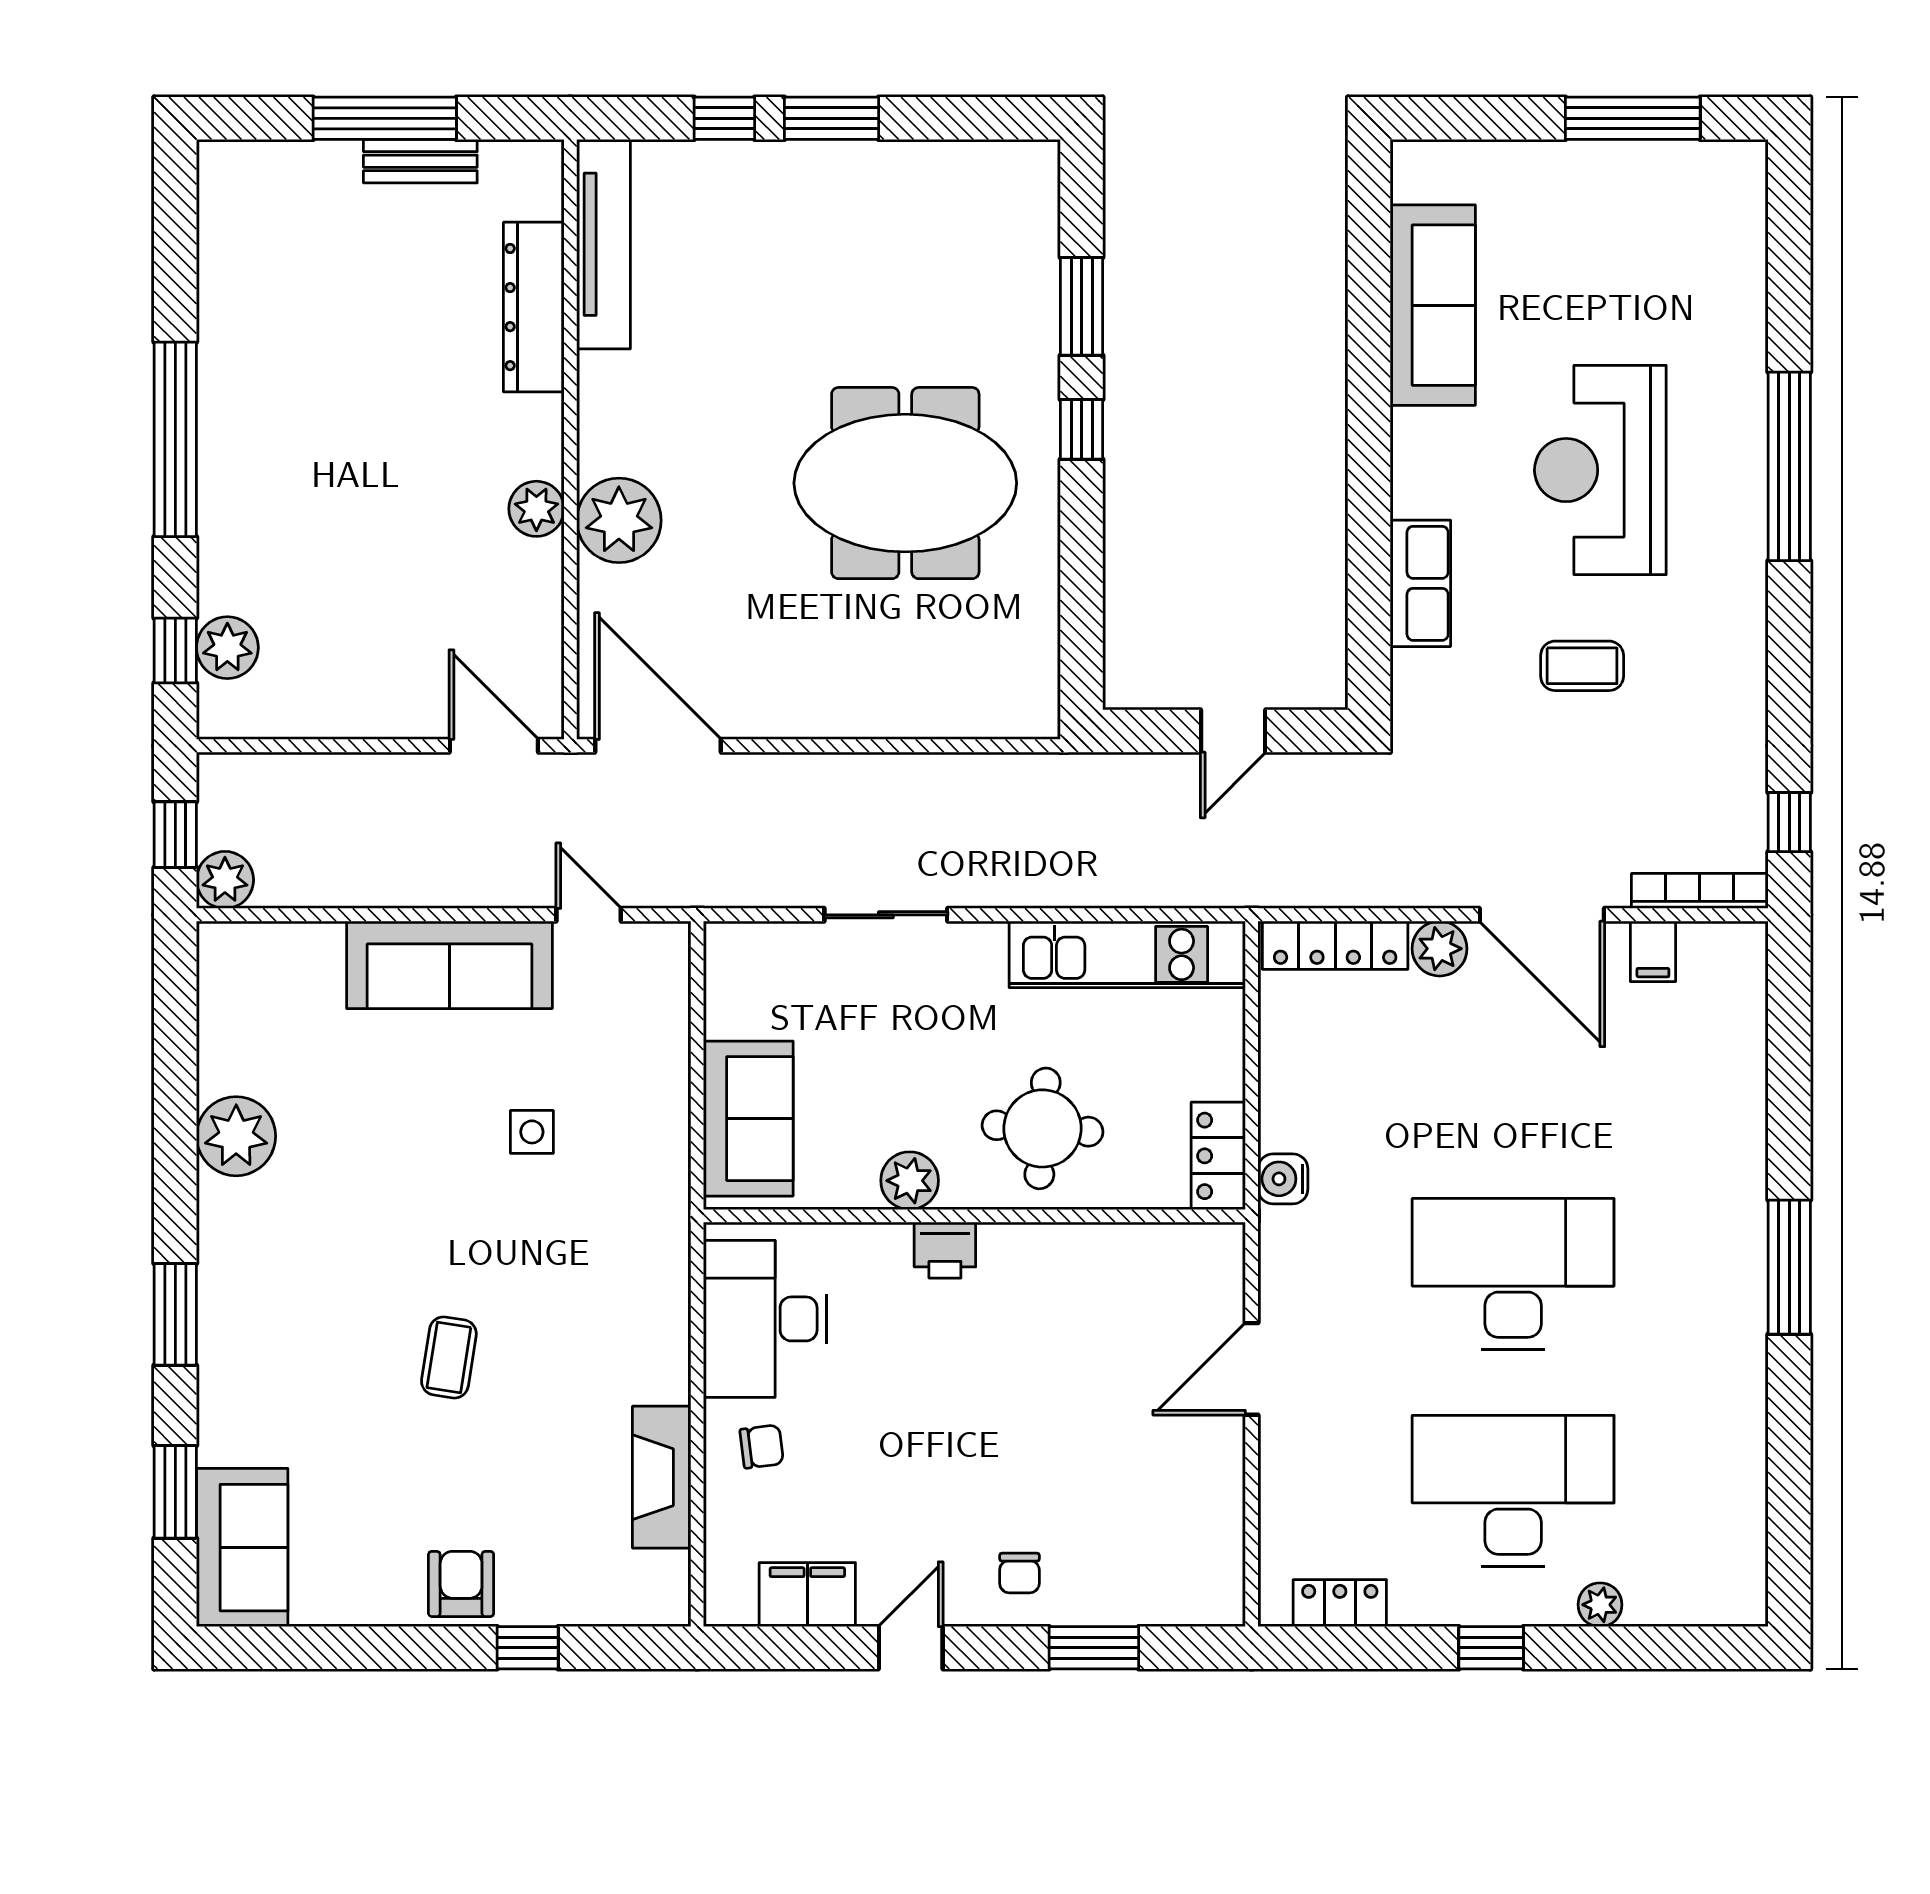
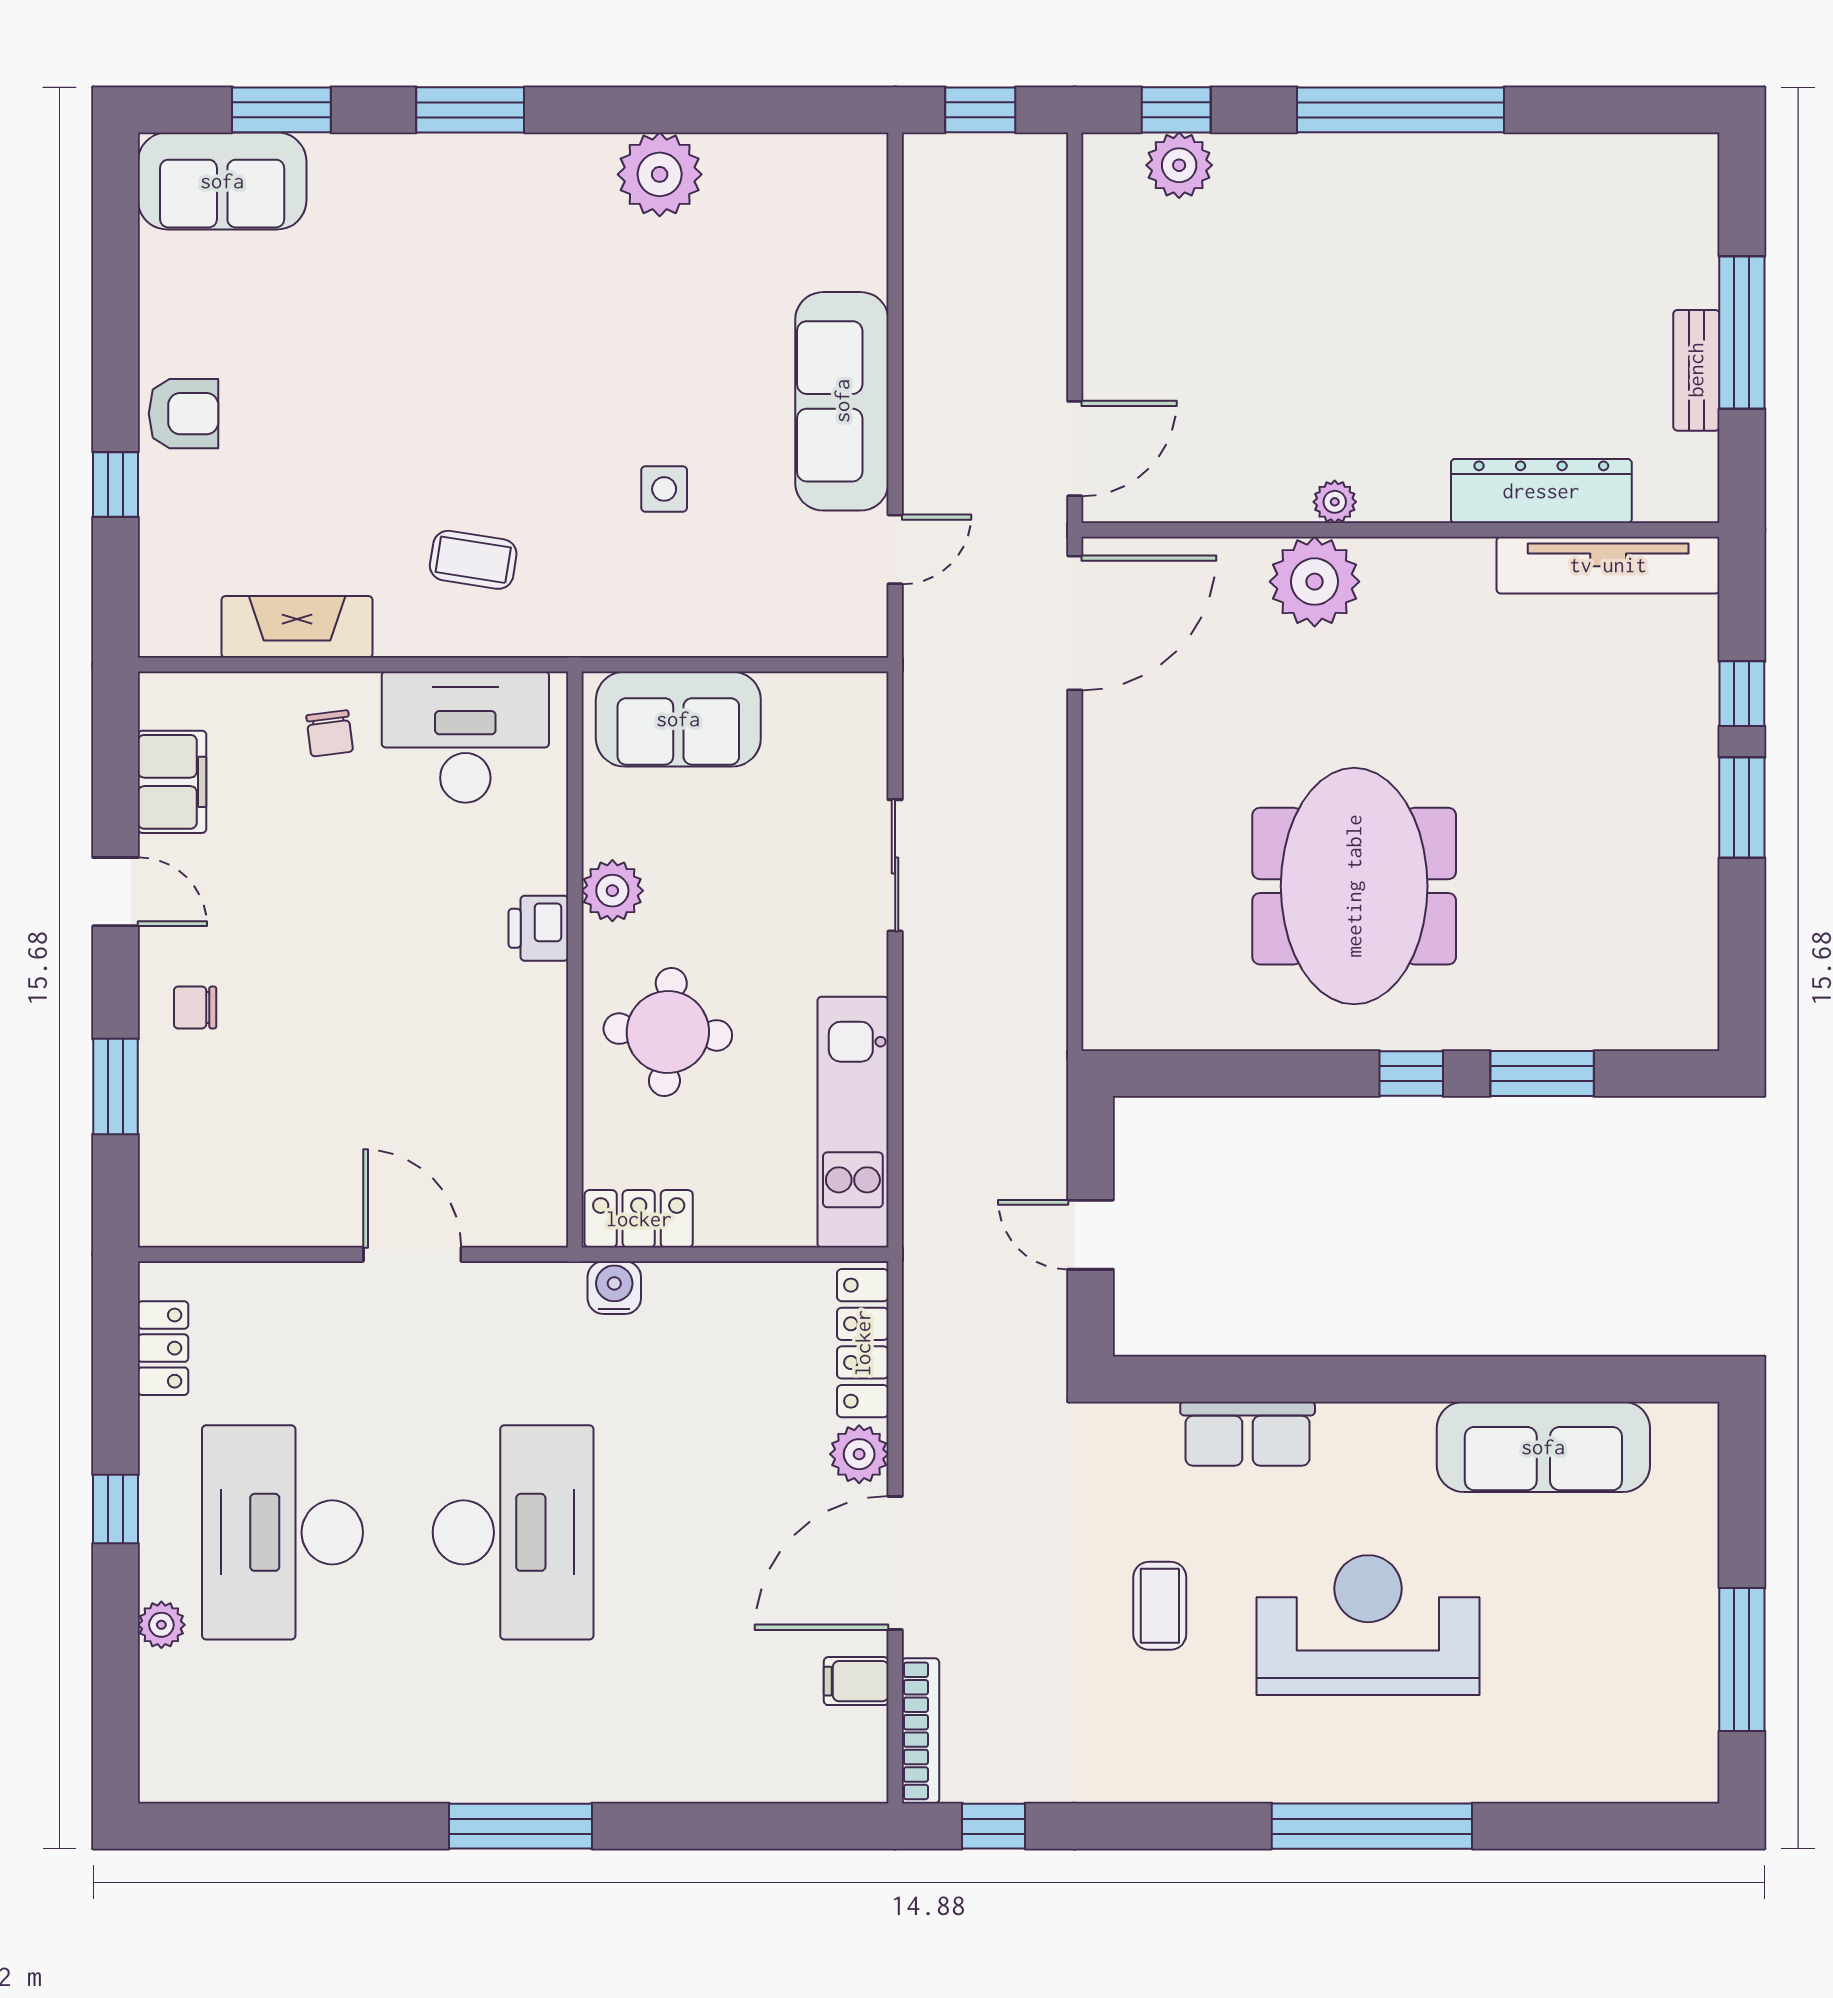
plant: (536, 509) -> (1335, 502), width x0.73, depth x0.73
plant: (225, 880) -> (932, 163), removed
coffee table: (449, 1357) -> (473, 560), moved
desk: (1513, 1491) -> (282, 1532), turned 180

